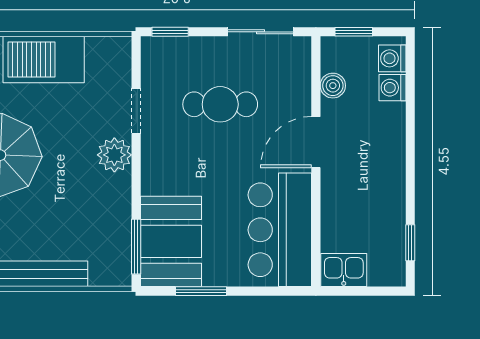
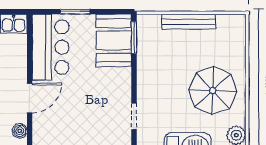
cafe table: (220, 104) -> (85, 120), removed
plant: (114, 155) -> (147, 91), removed
window: (201, 291) -> (75, 12), moved

